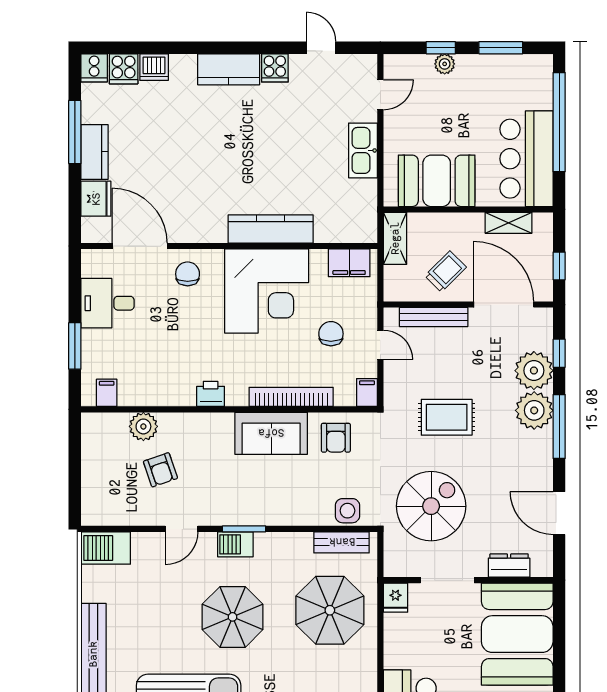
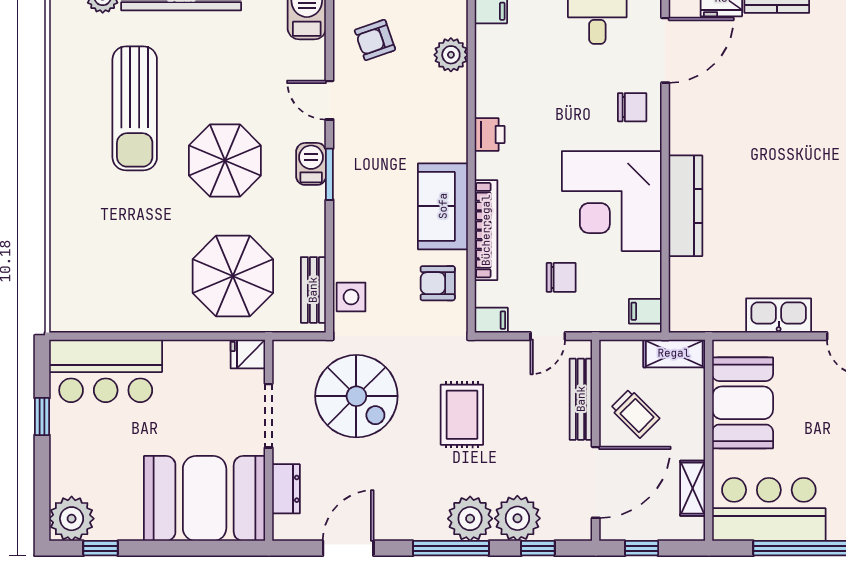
filing cabinet: (349, 263) -> (645, 311), width x0.50
armchair: (160, 470) -> (375, 40), moved

